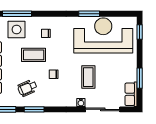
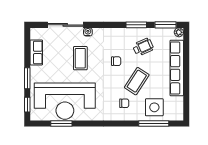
window: (89, 14) -> (61, 124), moved
coffee table: (34, 55) -> (137, 81), turned -57
window: (140, 78) -> (27, 78), moved
row of seats: (131, 94) -> (36, 52), moved

